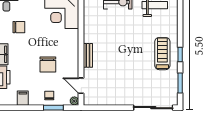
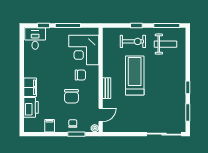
chair: (19, 27) -> (80, 75), moved
treadmill: (162, 54) -> (135, 75), moved, width x1.37, depth x1.38
door: (81, 86) -> (101, 115), swing flipped

